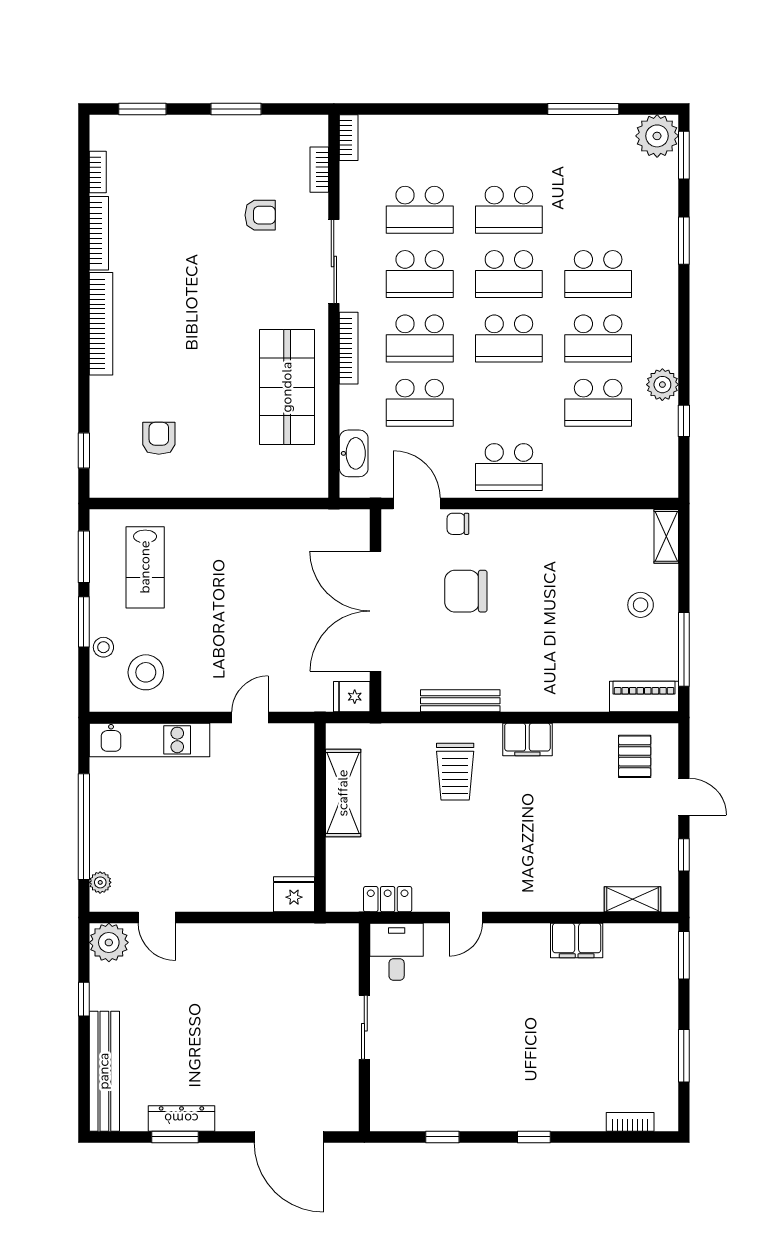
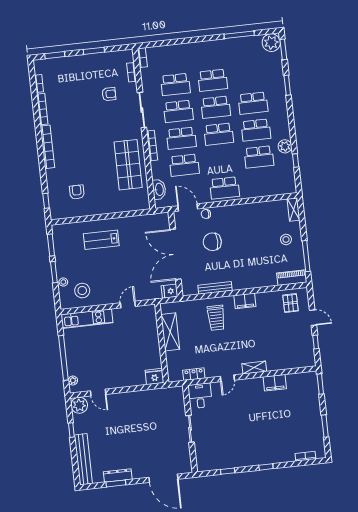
lab bench: (145, 567) -> (101, 240), moved, turned 90
shelving: (633, 899) -> (254, 368), moved

